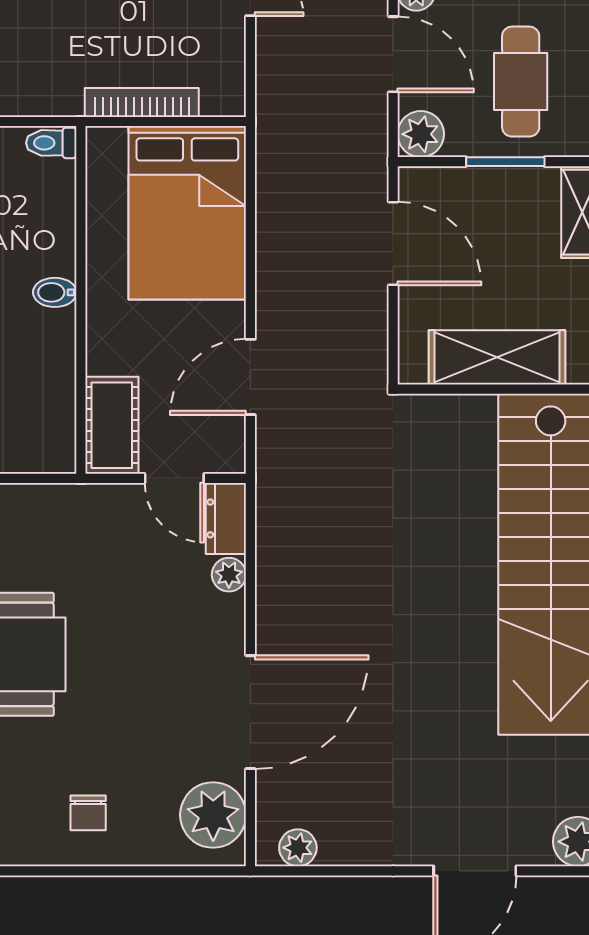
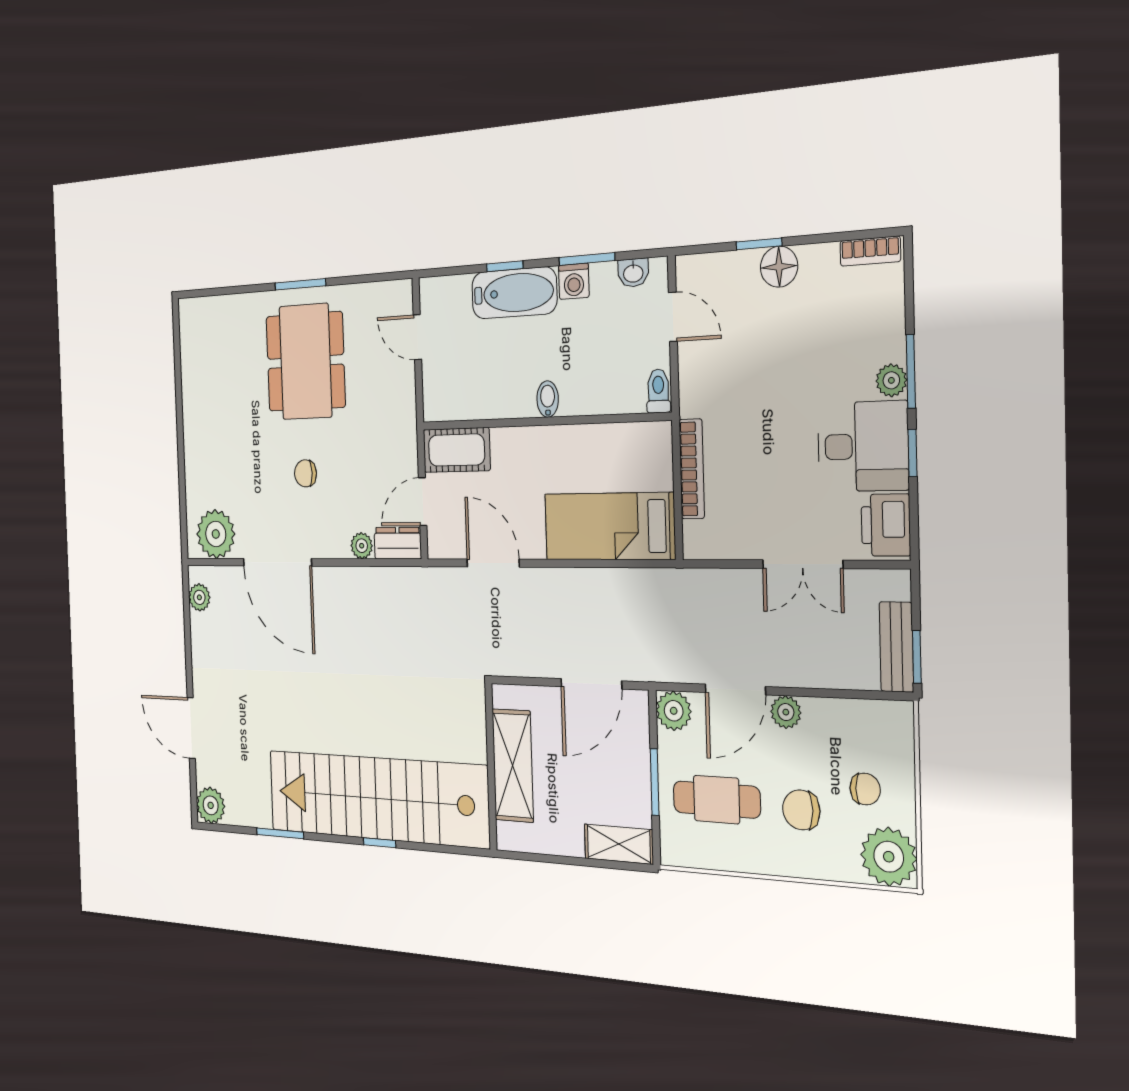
bed: (187, 213) -> (609, 526), width x0.67
chair: (88, 813) -> (305, 473), moved

